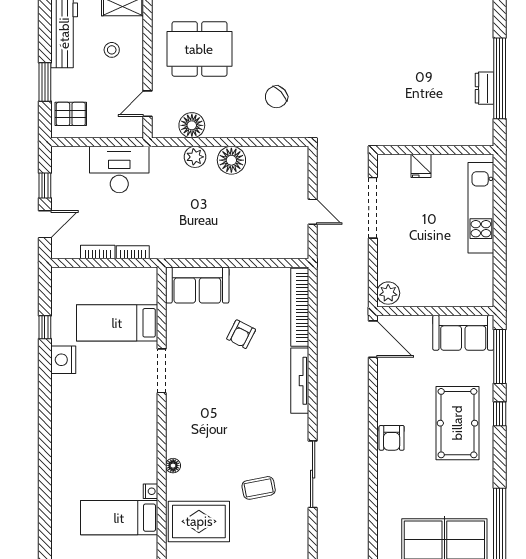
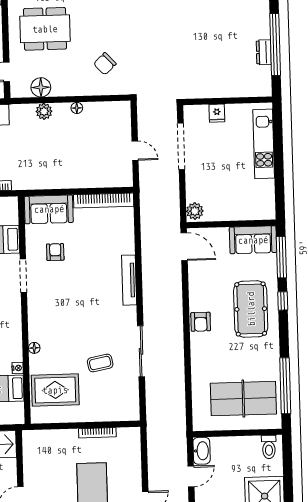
floor lamp: (231, 160) -> (77, 108), width x0.53, depth x0.53
bookcase: (300, 307) -> (104, 201), moved, turned -90
armchair: (241, 334) -> (55, 252), moved, turned 153

